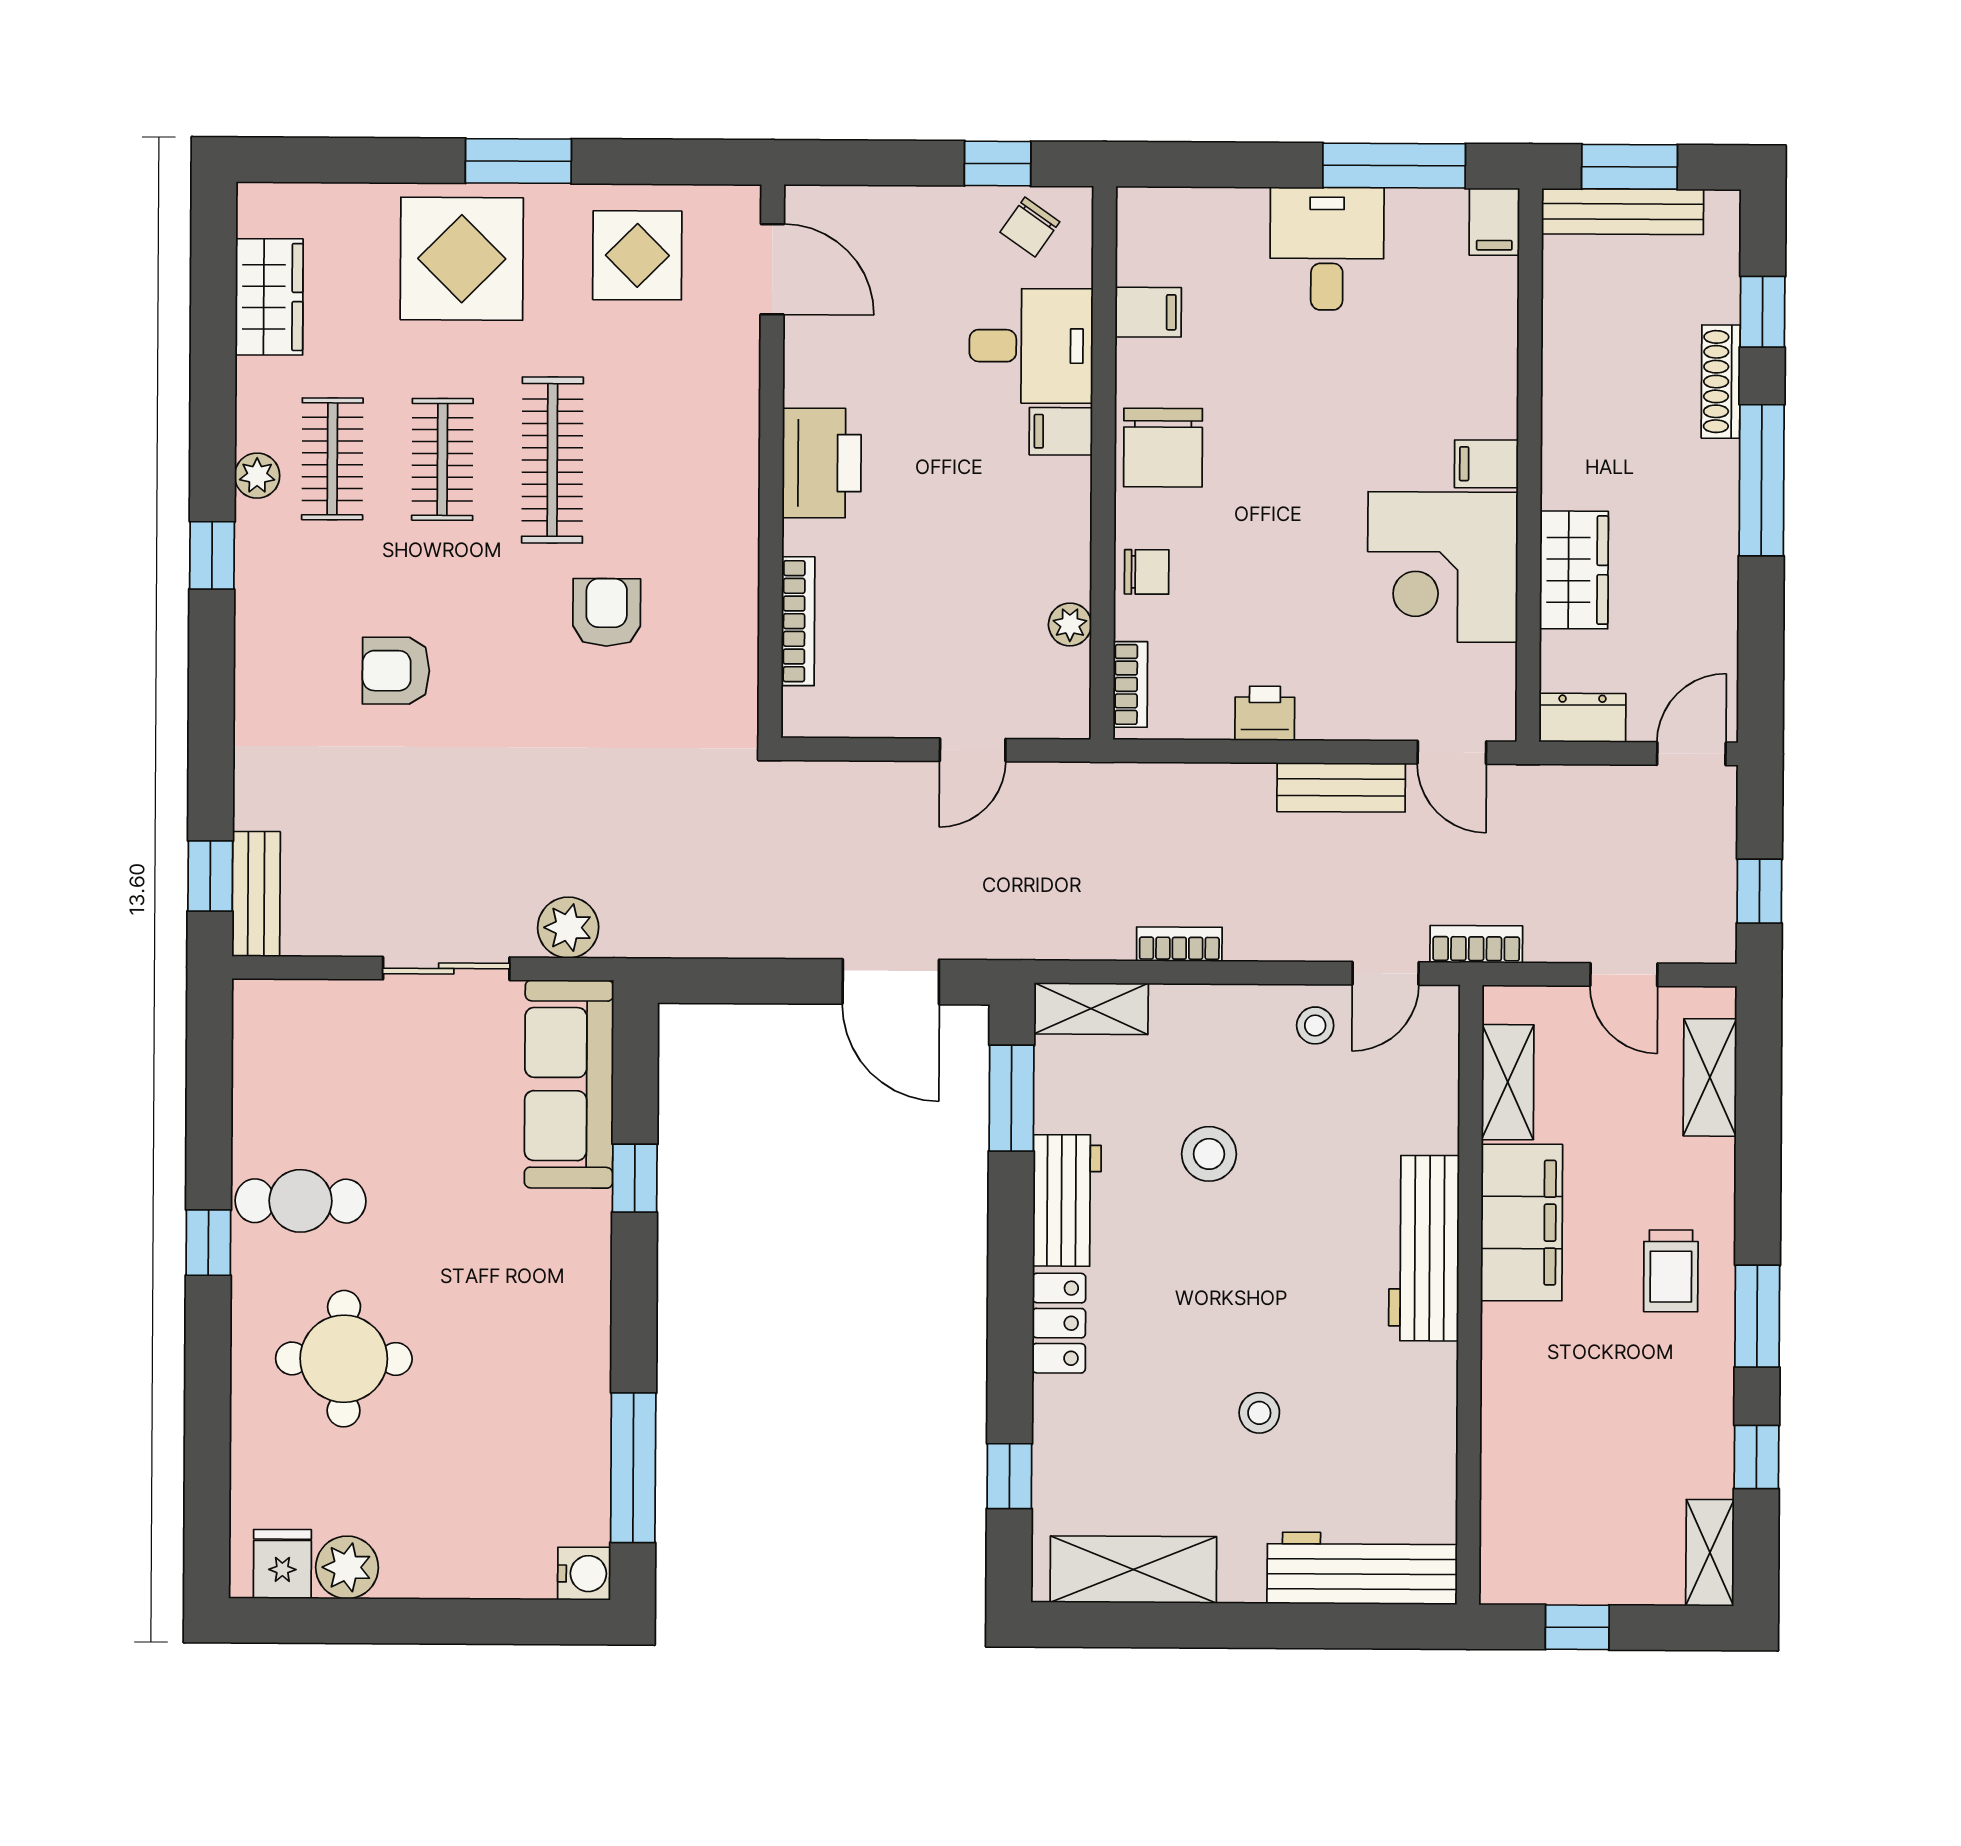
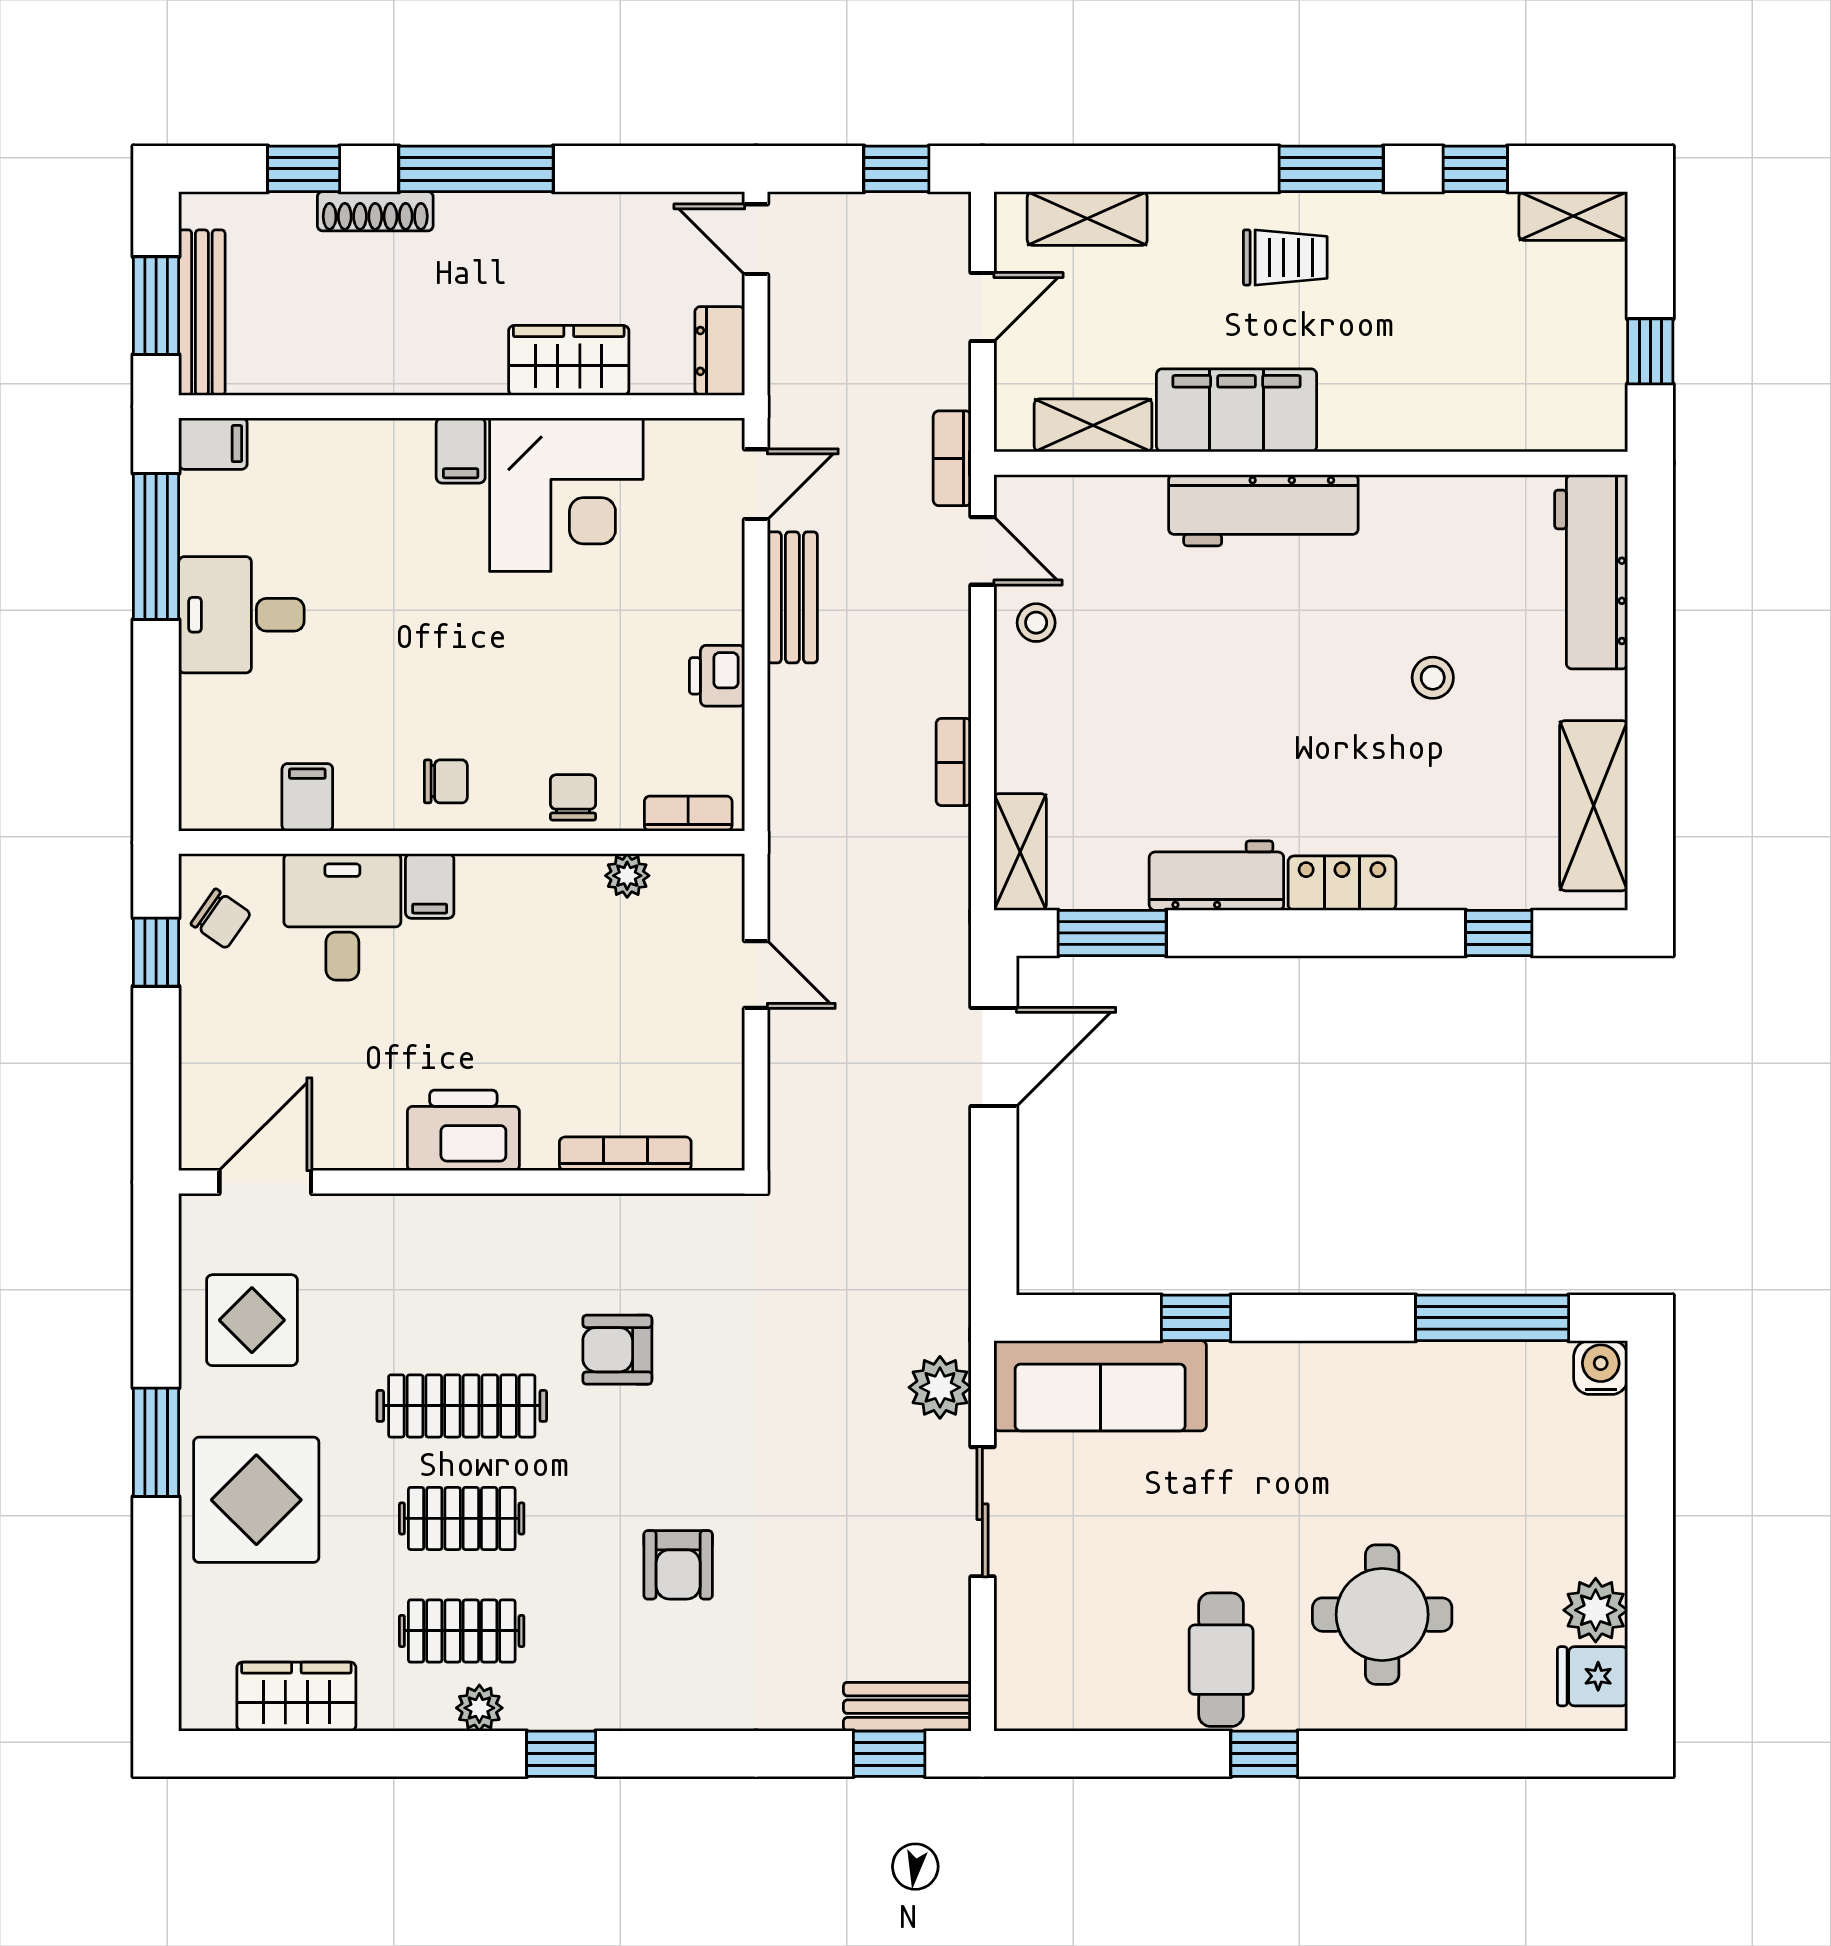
chair: (1163, 448) -> (446, 781), width x0.54, depth x0.54
stool: (1209, 1154) -> (1168, 731), removed

